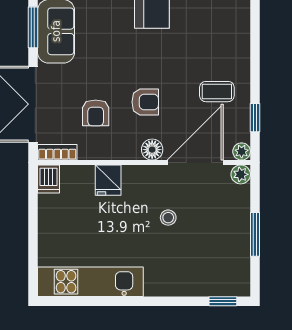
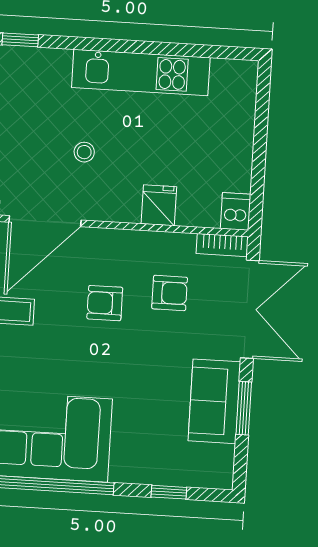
armchair: (96, 113) -> (170, 293), turned 90
floor lamp: (152, 150) -> (100, 241), removed
kitchen unit: (90, 282) -> (141, 72), moved

